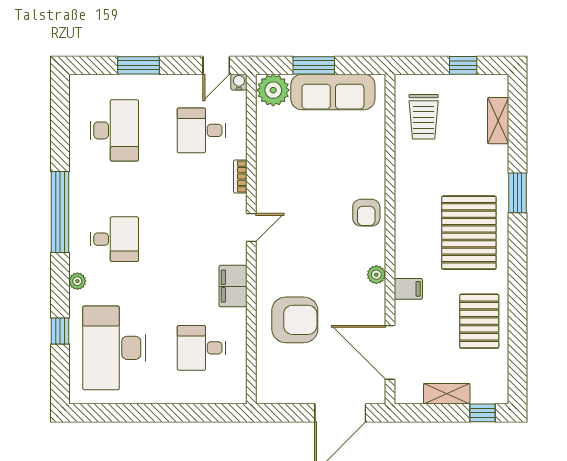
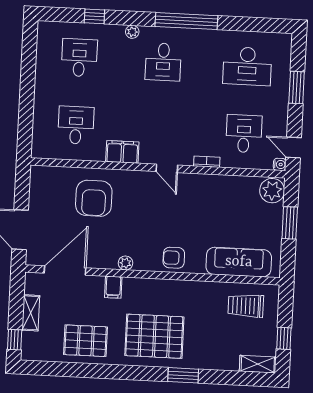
sofa: (333, 92) -> (239, 262), moved, turned 90
shelving: (498, 121) -> (258, 364), moved
desk: (114, 348) -> (79, 58), width x0.53, depth x0.77

